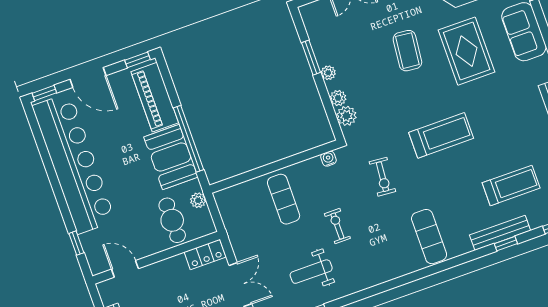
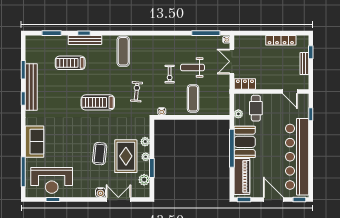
rug: (467, 51) -> (126, 156), moved
plant: (346, 116) -> (144, 180), moved
weight bench: (311, 272) -> (192, 67), moved, turned 180

